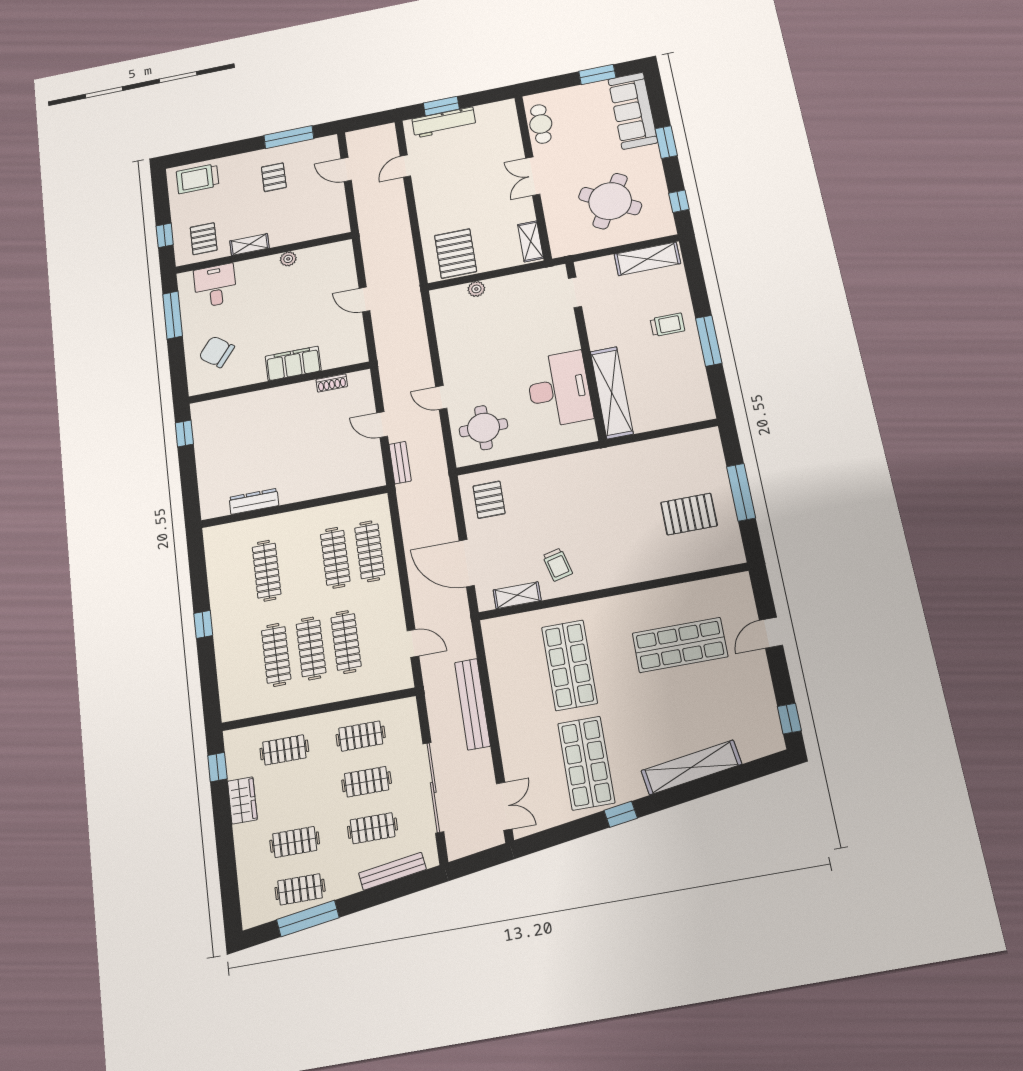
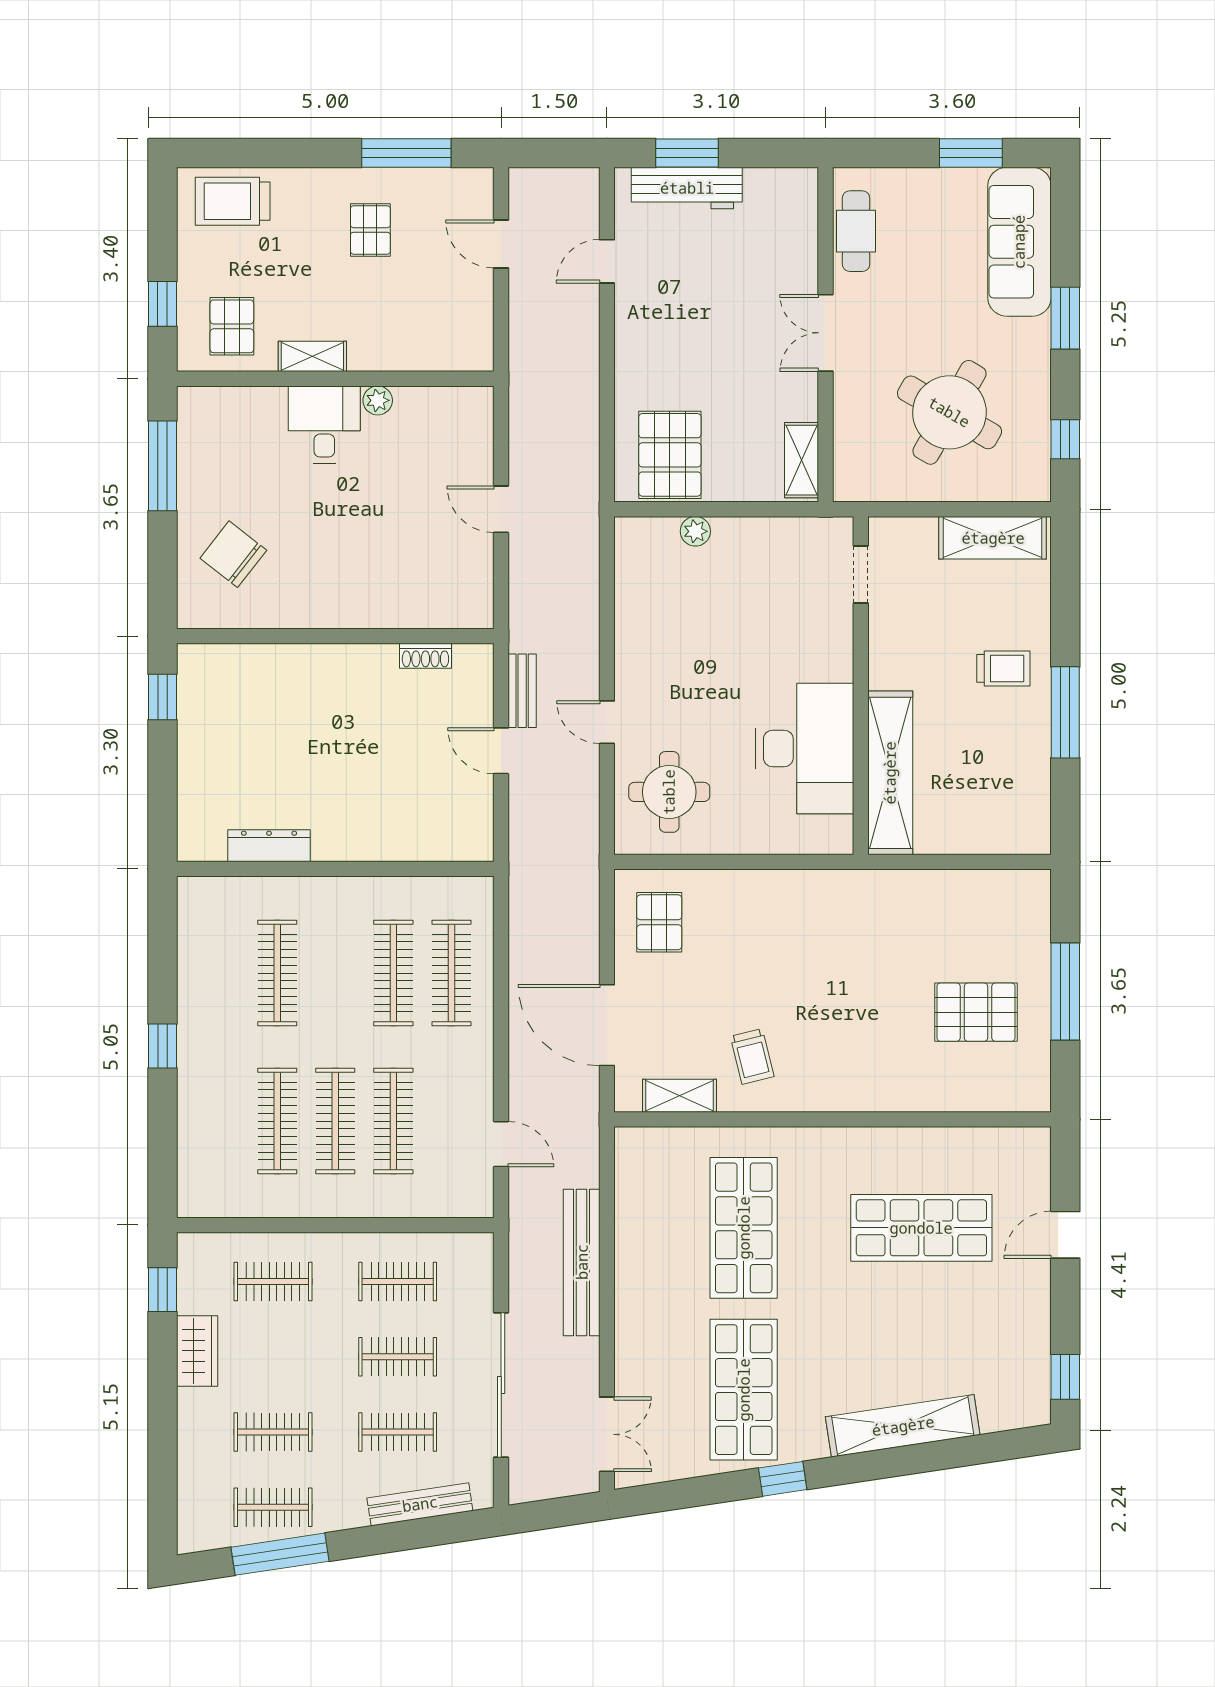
desk: (215, 286) -> (324, 425), moved
filing cabinet: (293, 363) -> (364, 605), removed
bench: (400, 463) -> (522, 691), moved

